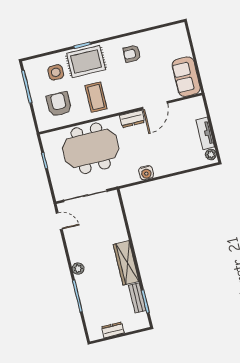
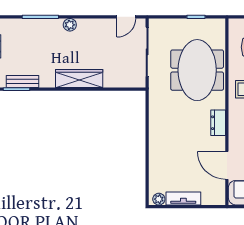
door: (155, 105) -> (227, 165), moved
water cooler: (146, 173) -> (156, 124), removed
wardrobe: (126, 263) -> (79, 79), moved

